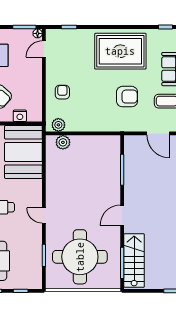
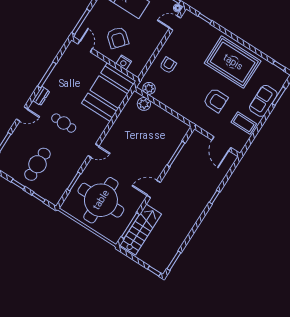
door: (44, 215) -> (93, 151), swing flipped

